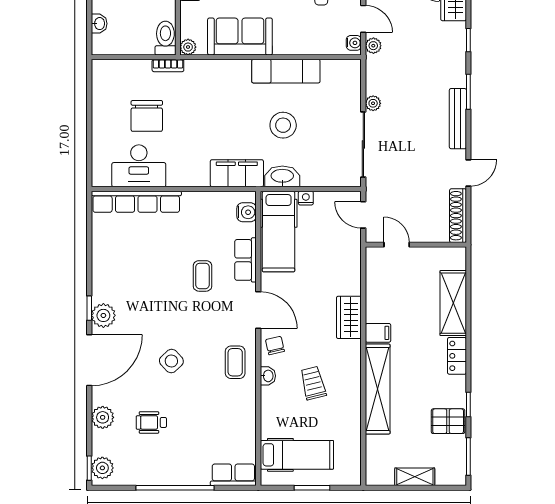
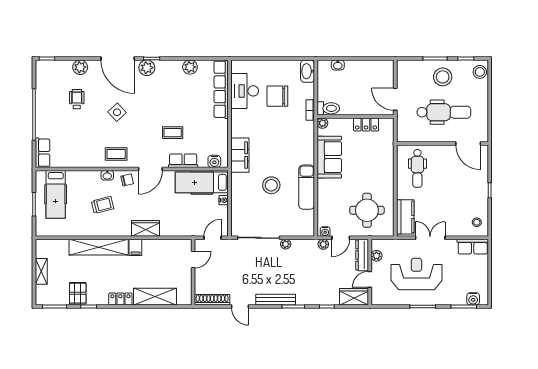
washbasin: (282, 176) -> (307, 71), moved, turned 180
plant: (102, 468) -> (190, 67), moved

